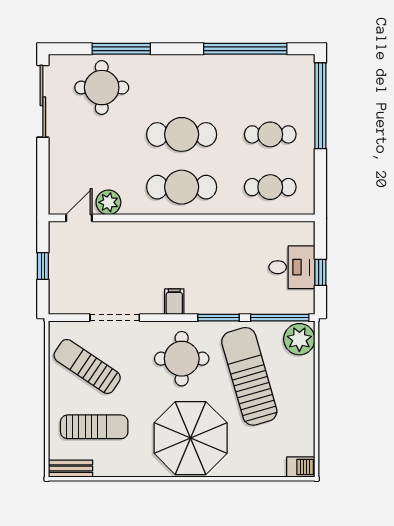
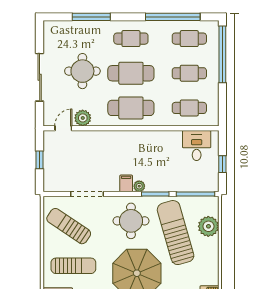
cafe table: (182, 82) -> (131, 39), added
cafe table: (270, 82) -> (189, 39), added
round table: (102, 88) -> (82, 71), moved
sliding door: (43, 101) -> (40, 77), moved
desk: (292, 267) -> (197, 146), moved, turned -90
plant: (194, 306) -> (139, 186), added
plant: (299, 339) -> (208, 226), moved

